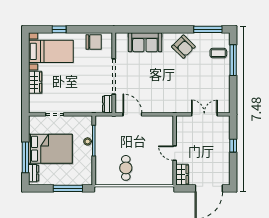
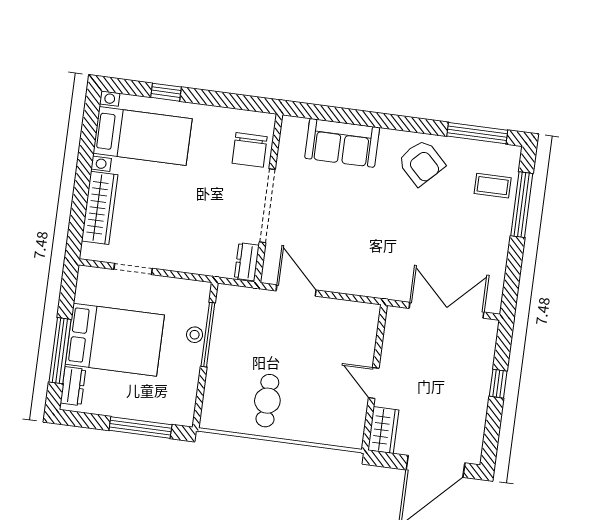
chair: (94, 42) -> (250, 150), moved, turned 90
wardrobe: (35, 82) -> (100, 208), width x1.50
double door: (204, 114) -> (446, 310), width x1.37

